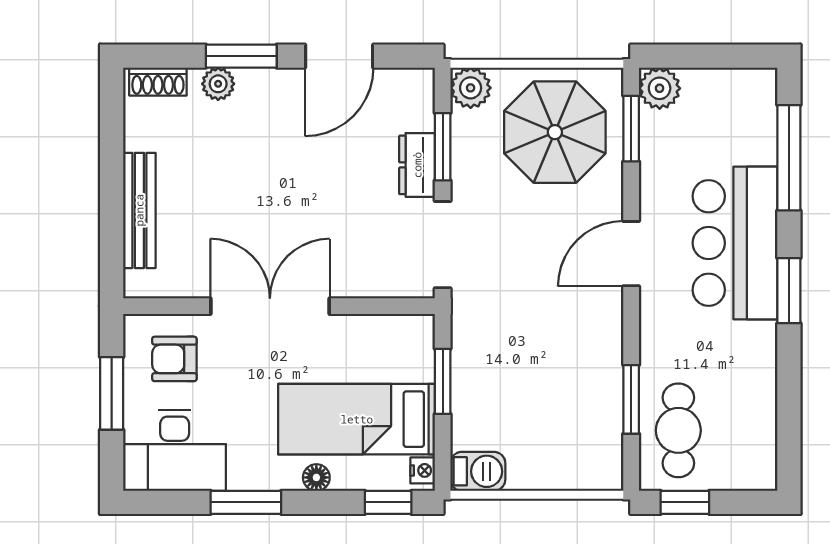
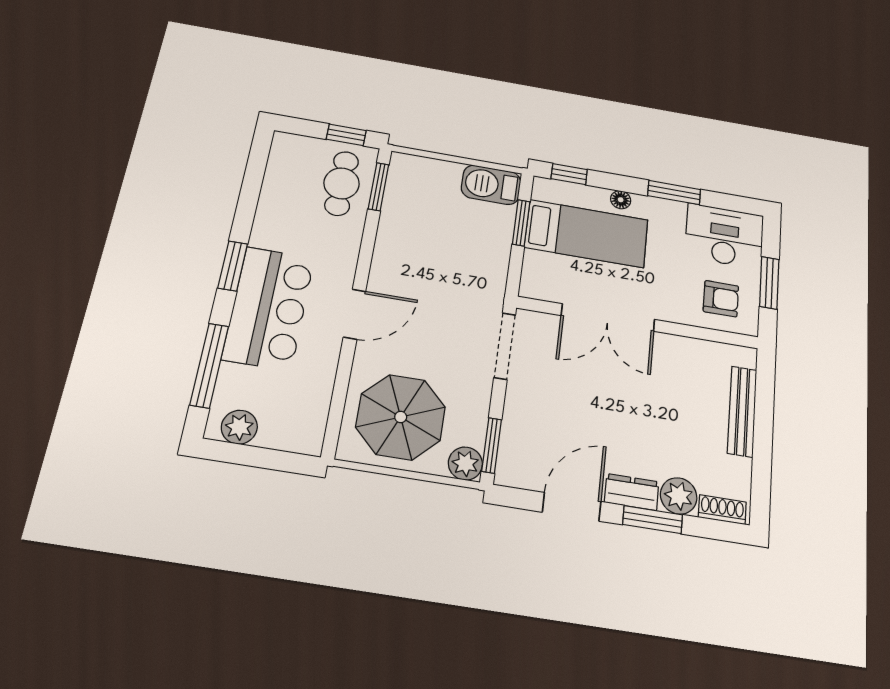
plant: (218, 84) -> (679, 496), width x1.38, depth x1.38
plant: (660, 88) -> (239, 427), moved
window: (631, 129) -> (337, 410), removed
window: (443, 147) -> (492, 445), moved
dresser: (417, 165) -> (632, 492), moved, turned -90
double door: (270, 306) -> (608, 317), moved
window: (443, 381) -> (521, 223), moved
window: (631, 399) -> (379, 187), moved
nightstand: (423, 470) -> (541, 191), removed
barbecue: (478, 471) -> (491, 185), width x1.38, depth x1.27

